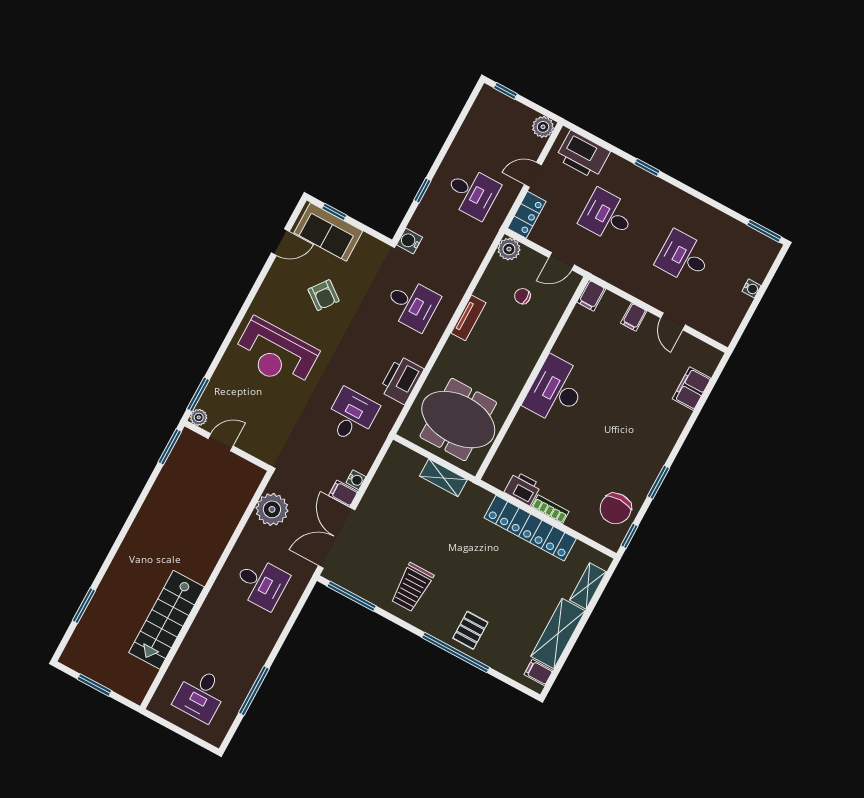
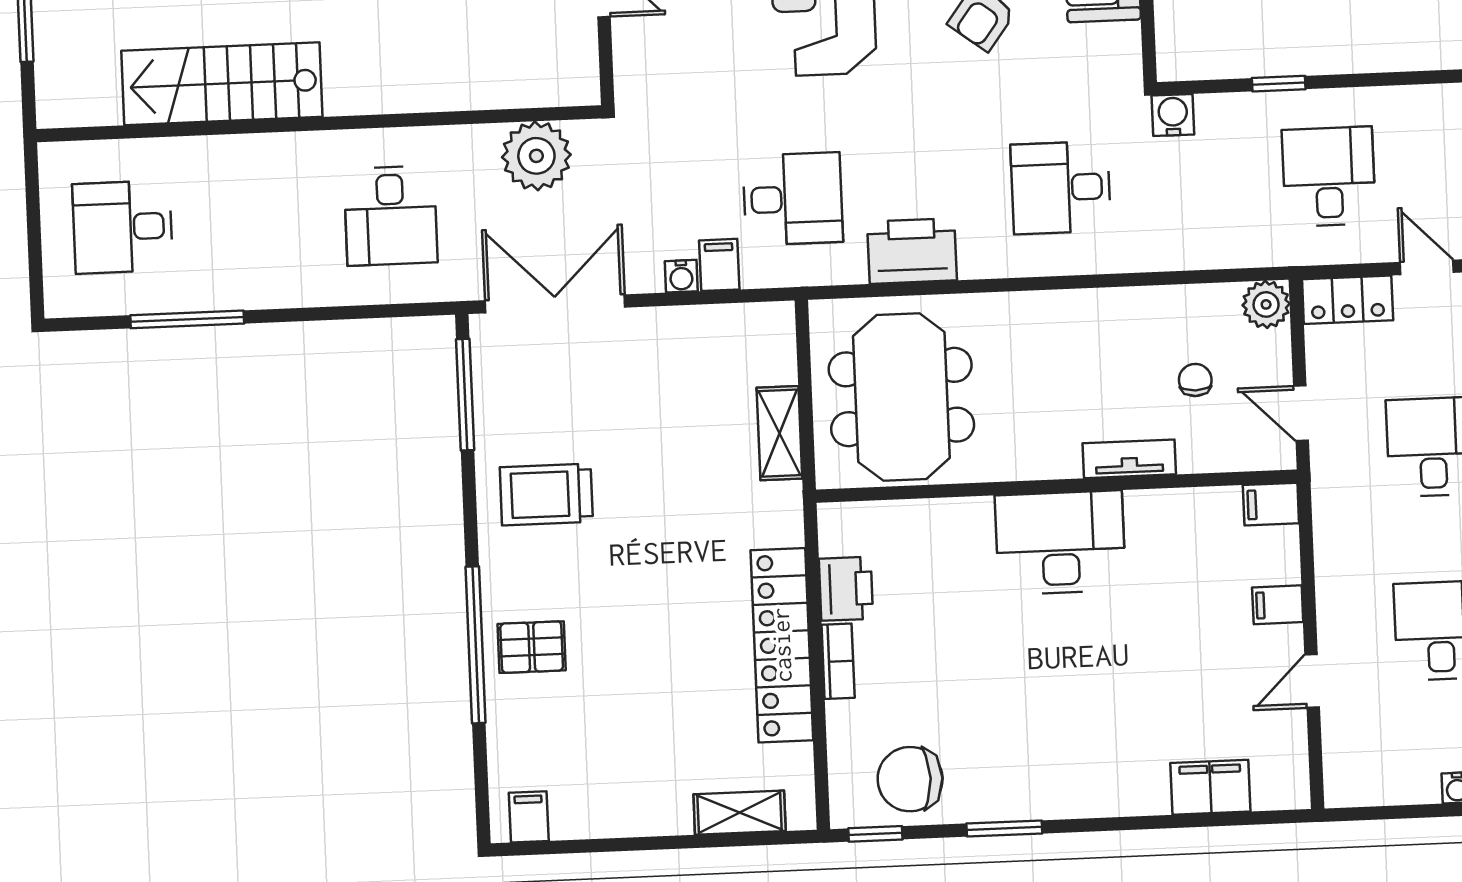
desk: (472, 193) -> (1329, 176), turned 180
desk: (412, 304) -> (1061, 188), turned 90
tv unit: (468, 318) -> (1129, 459), moved, turned 180
filing cabinet: (343, 493) -> (719, 265), moved
shelving: (558, 634) -> (621, 810), removed

